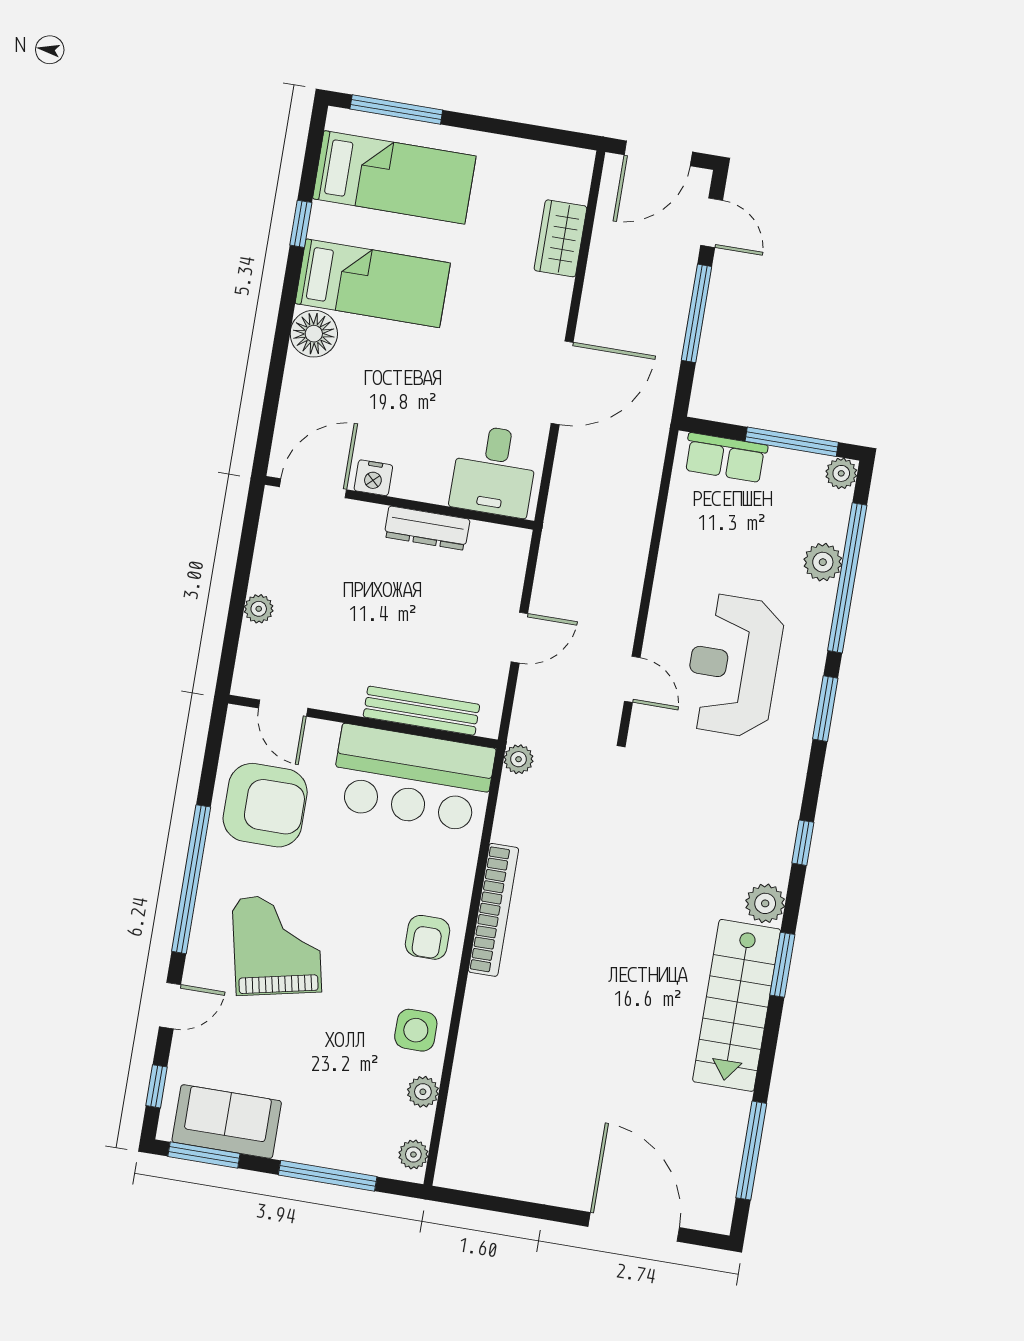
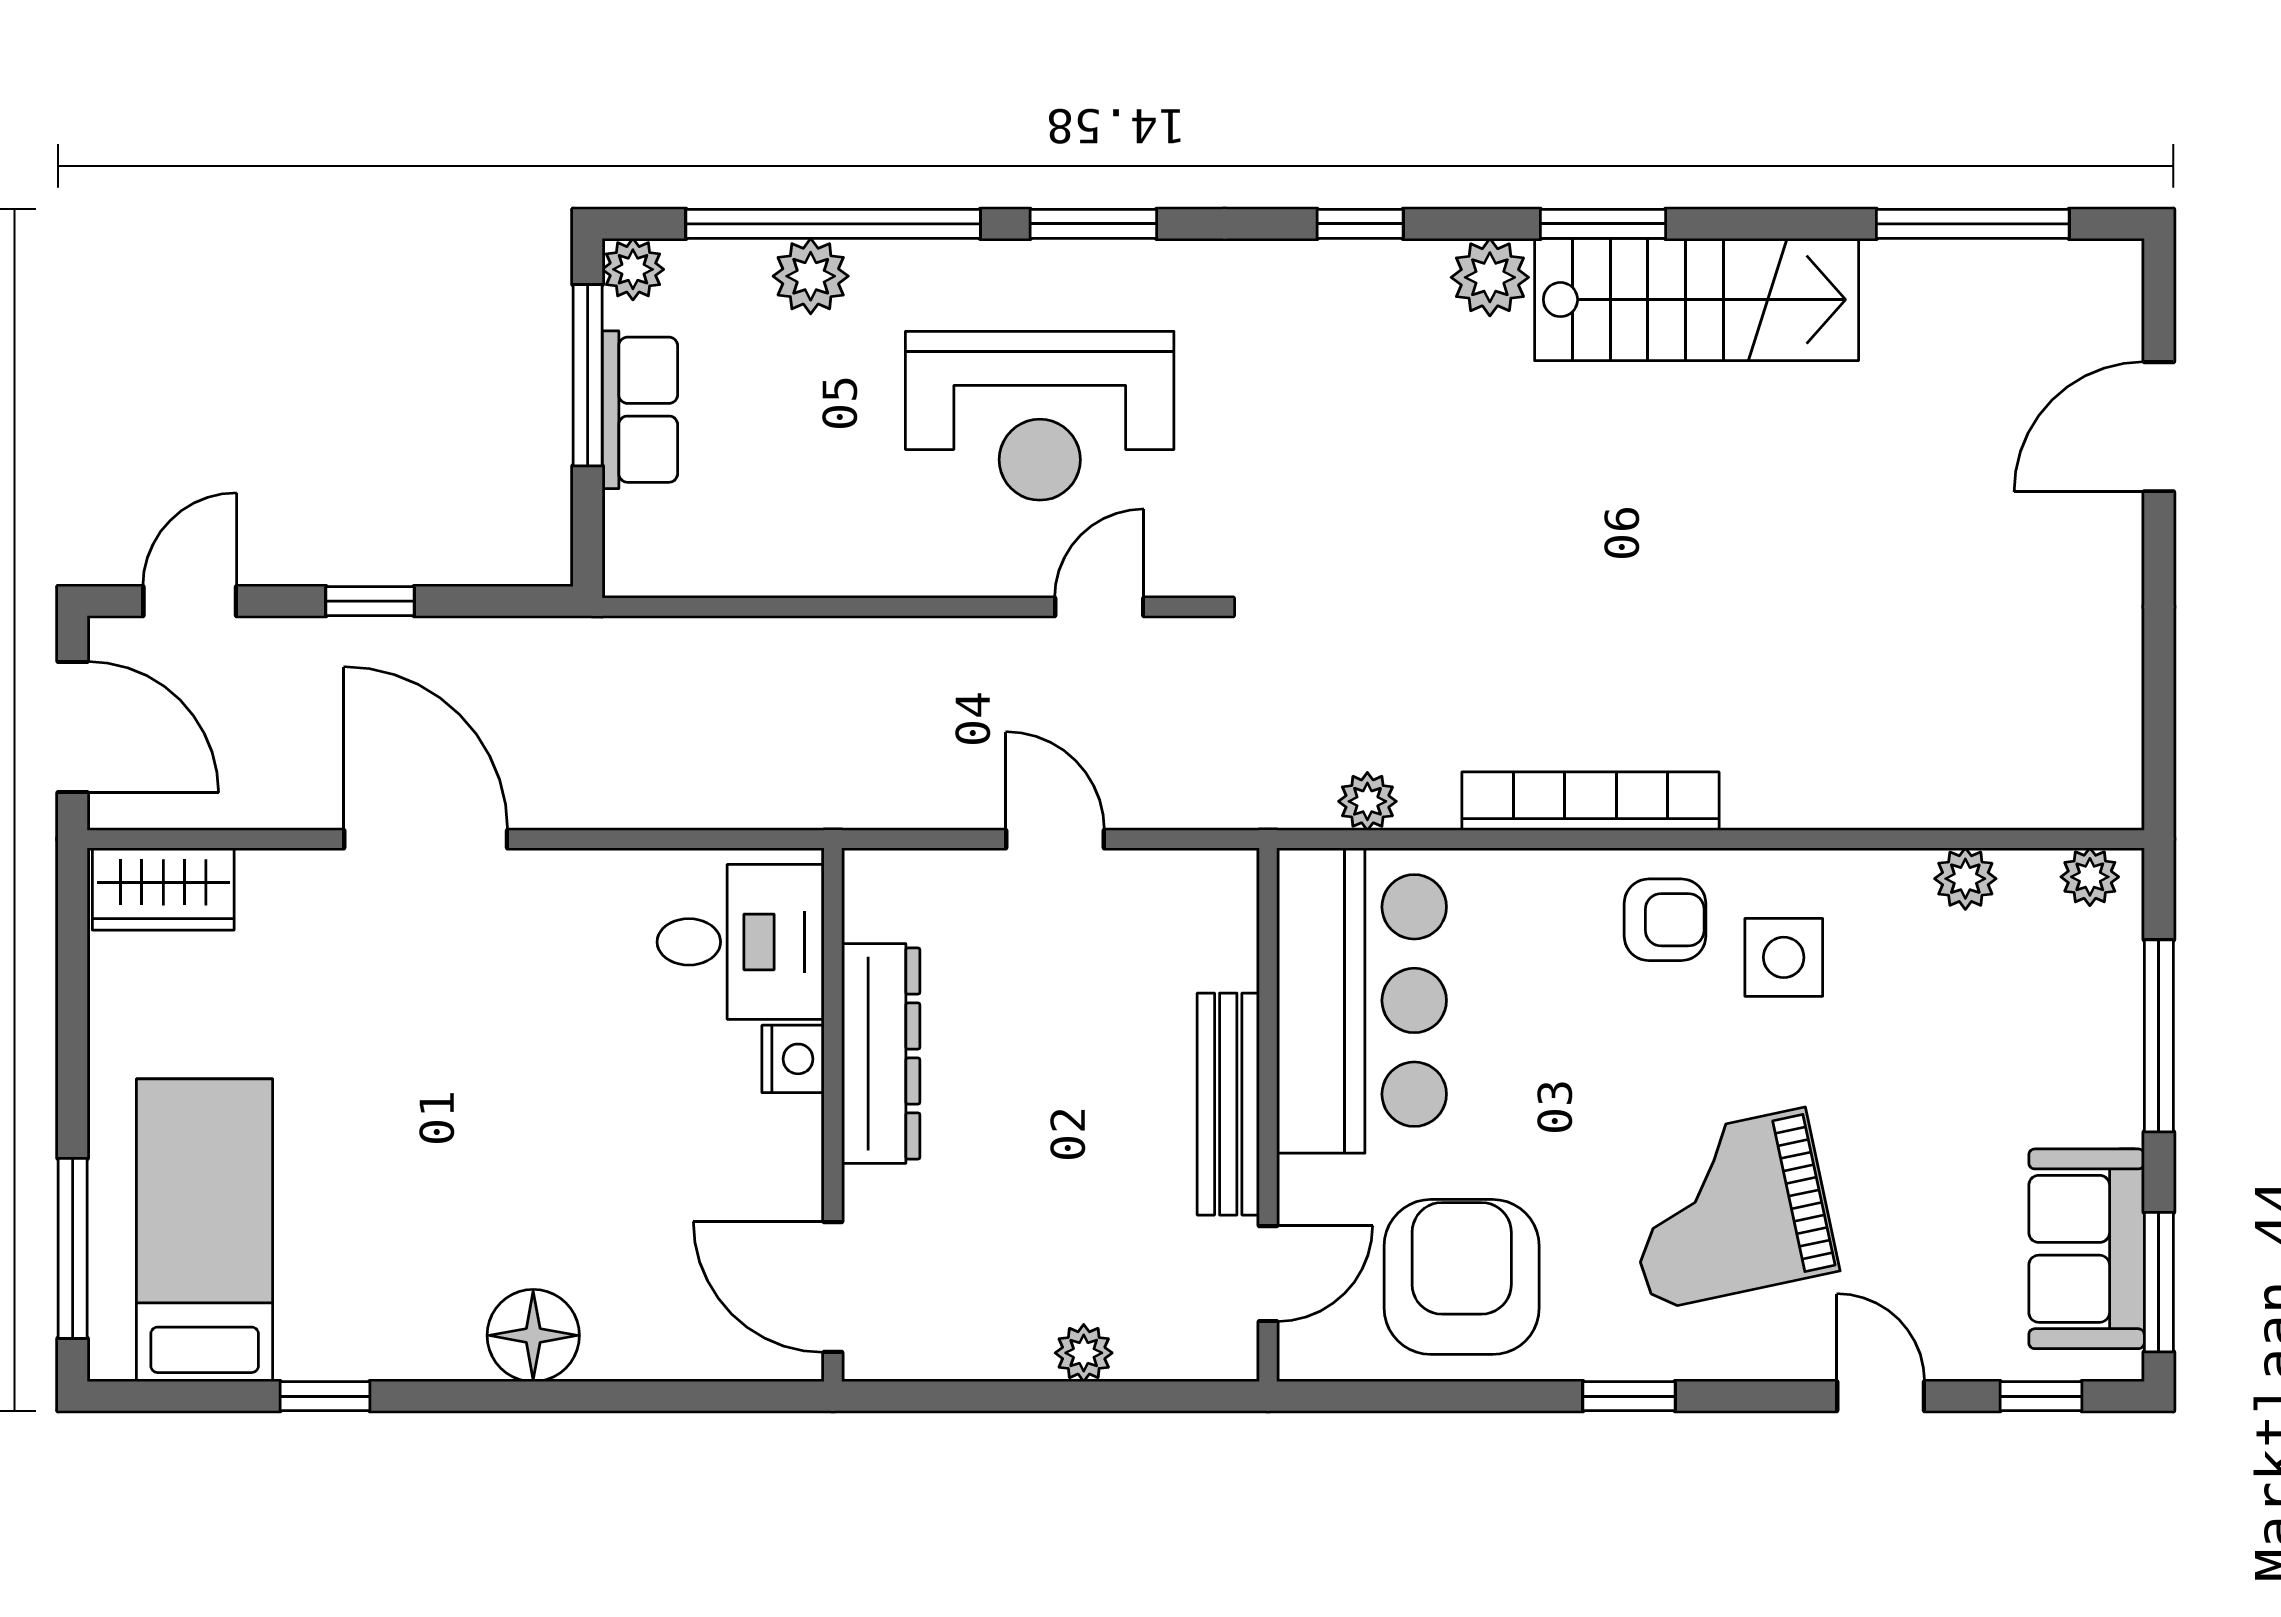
wardrobe: (560, 238) -> (163, 889), moved
bed: (373, 283) -> (417, 1238), removed
window: (697, 313) -> (370, 601), width x0.46
door: (562, 383) -> (426, 839), moved
row of seats: (725, 458) -> (640, 410), moved
nightstand: (373, 478) -> (793, 1059), moved
dresser: (427, 528) -> (881, 1054), width x1.37, depth x1.24
bench: (421, 711) -> (1228, 1104), moved
plant: (519, 759) -> (1367, 801), moved
window: (191, 879) -> (1629, 1396), width x0.32
side table: (416, 1030) -> (1784, 957), moved
door: (634, 1227) -> (2159, 427), width x0.73

